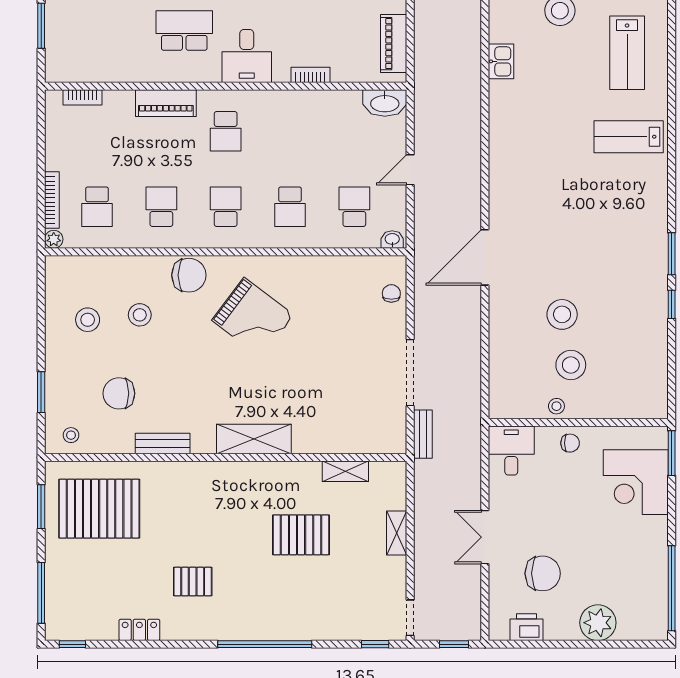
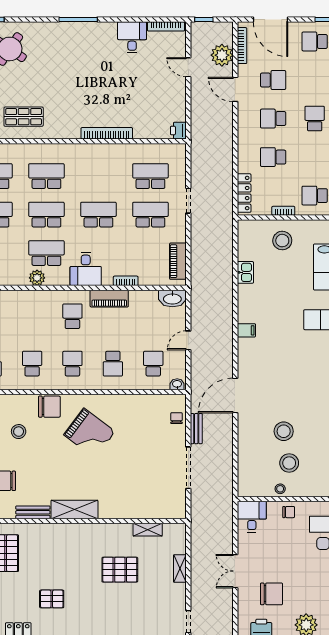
plant: (169, 70) -> (37, 278), added
piano: (166, 103) -> (109, 299), moved
school desk: (226, 131) -> (72, 316), turned 180
filing cabinet: (503, 154) -> (246, 330), added
bench: (423, 434) -> (196, 429), moved
shelving: (254, 439) -> (74, 509), moved

